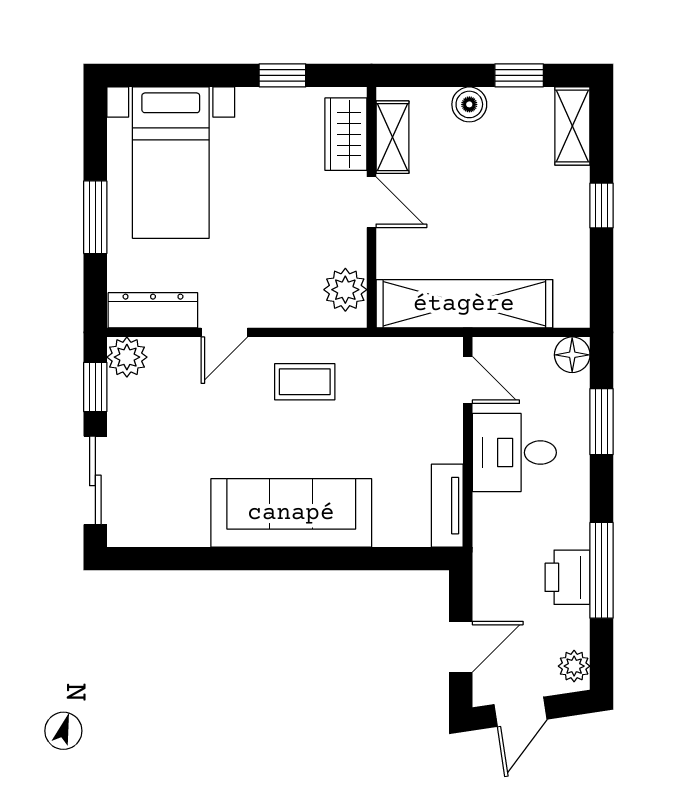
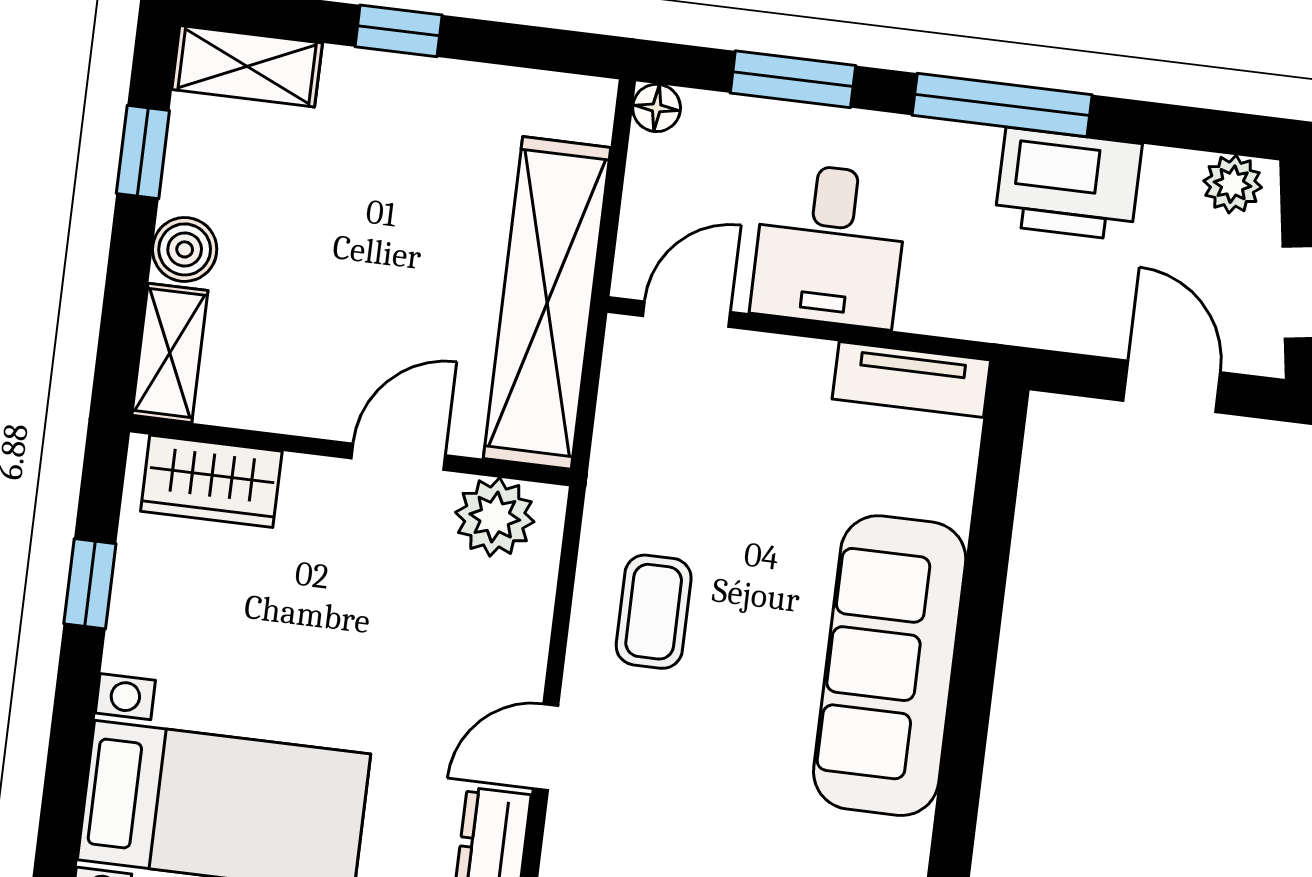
shelving: (392, 137) -> (170, 353), moved, turned 90
door: (371, 202) -> (398, 457), moved
door: (224, 332) -> (546, 747), swing flipped
floor lamp: (572, 355) -> (657, 108), width x0.73, depth x0.73
window: (602, 570) -> (1002, 105), moved
printer: (568, 577) -> (1068, 184), width x1.37, depth x1.19

